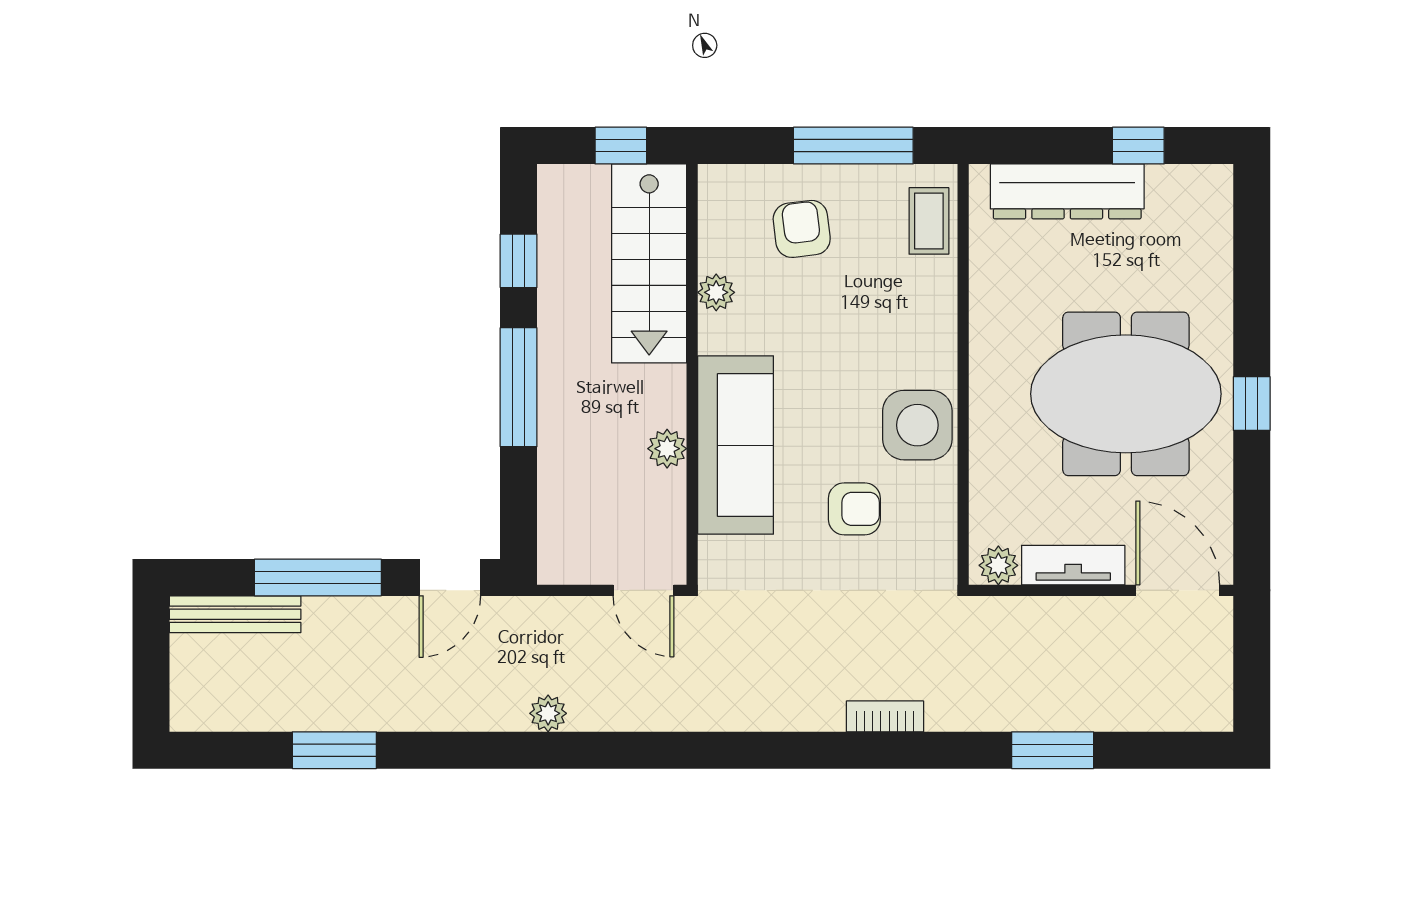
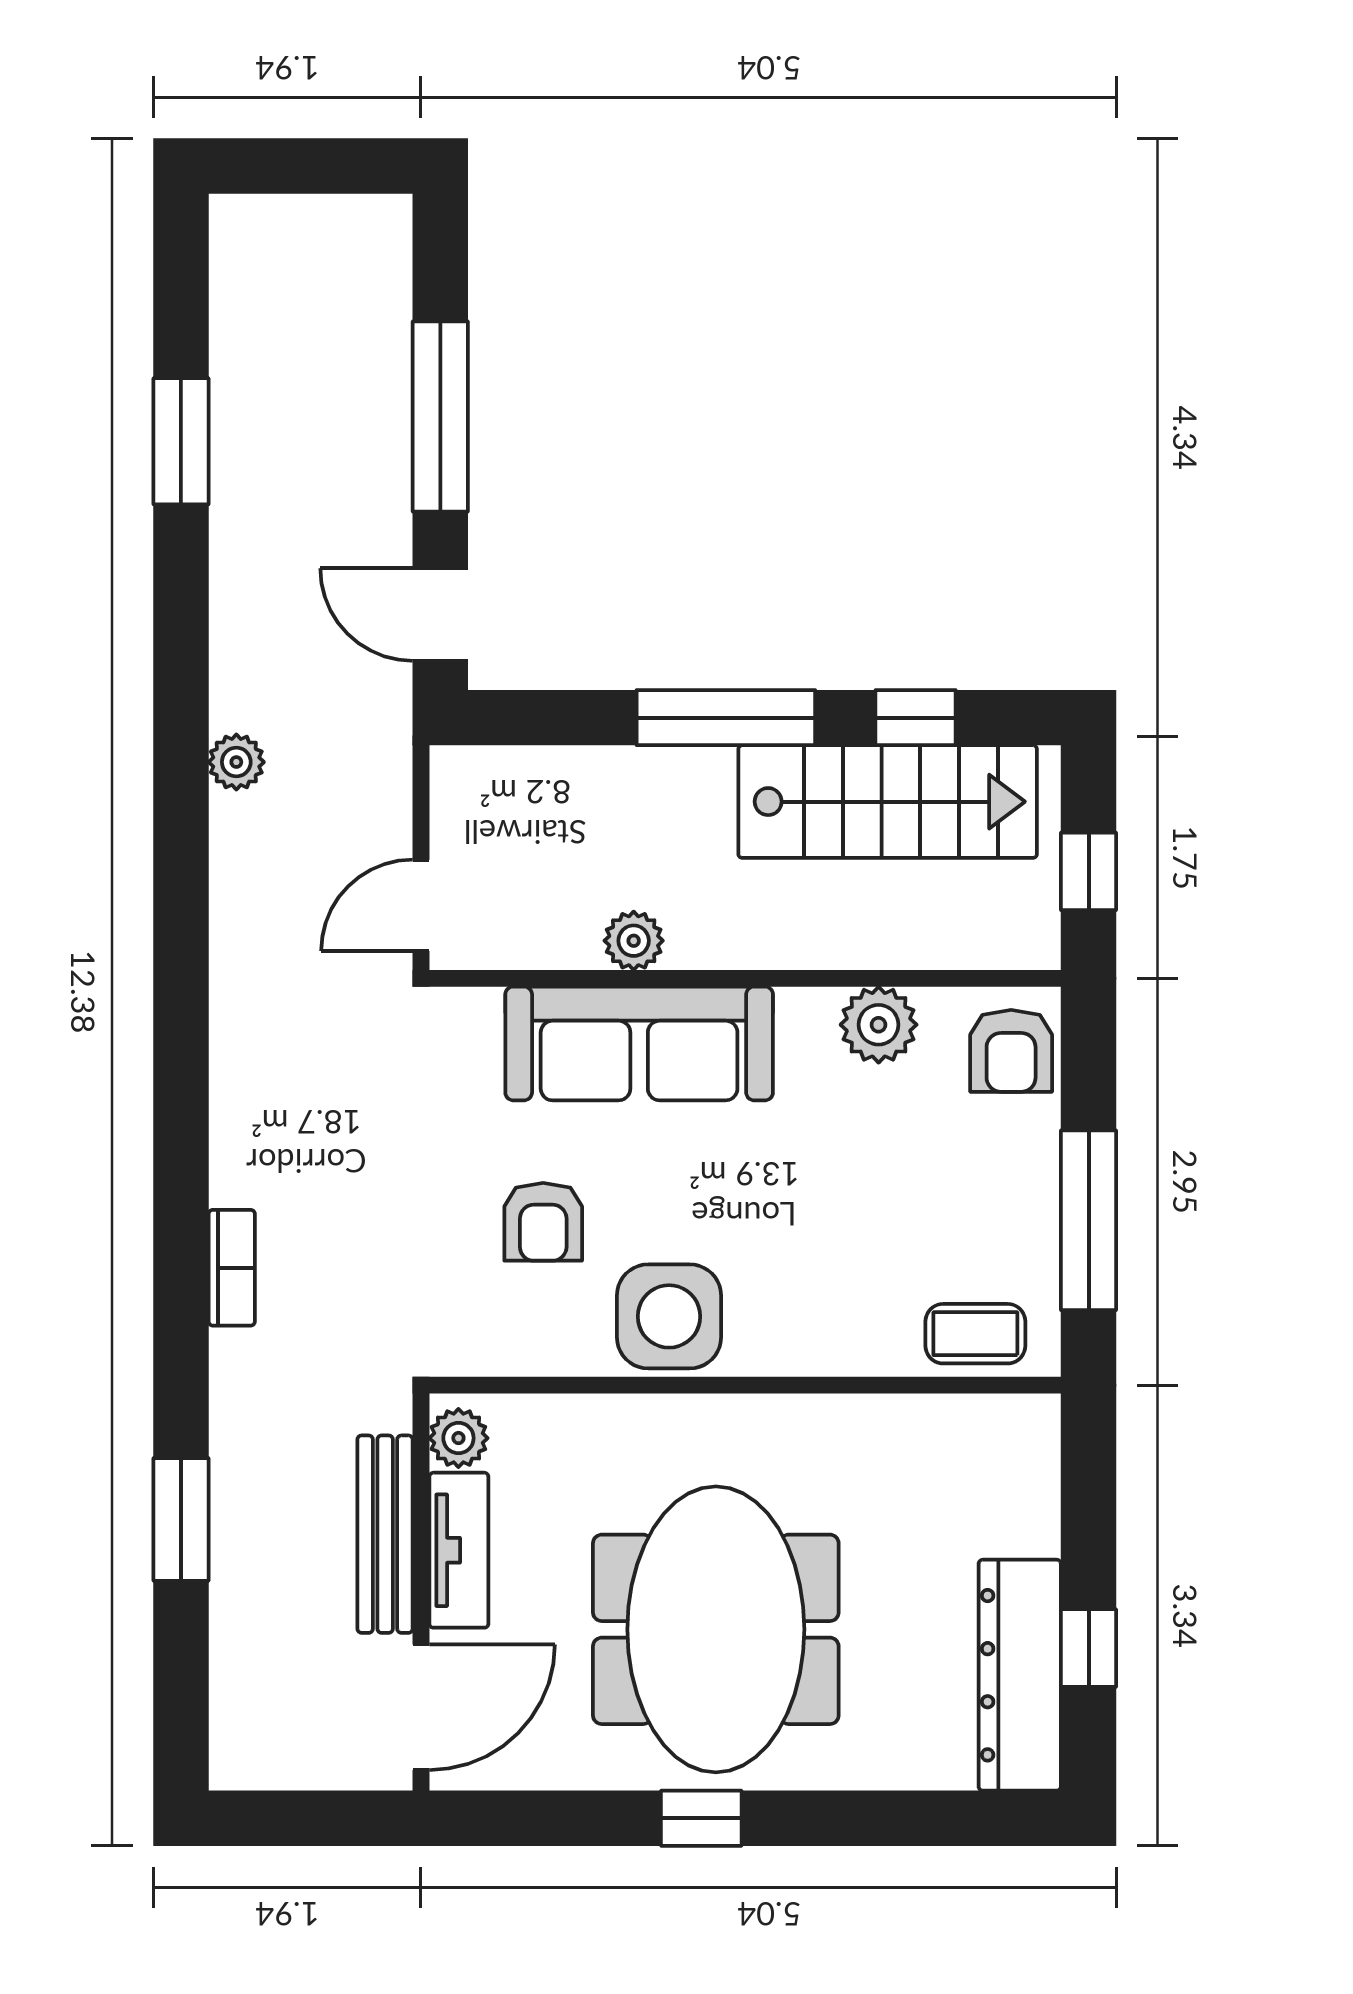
dresser: (1067, 191) -> (1020, 1675), moved
armchair: (802, 229) -> (1011, 1051), moved, turned 97
stairs: (649, 263) -> (888, 802), moved, turned 180
plant: (716, 292) -> (879, 1025), width x1.38, depth x1.38
bench: (235, 614) -> (385, 1534), moved

